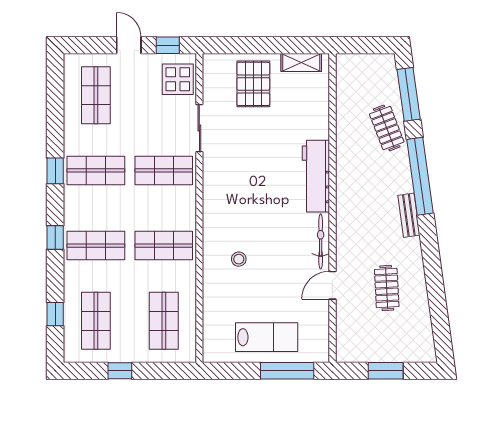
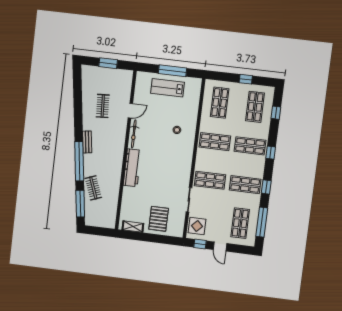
window: (55, 102) -> (262, 222), added
window: (287, 371) -> (172, 71), moved

